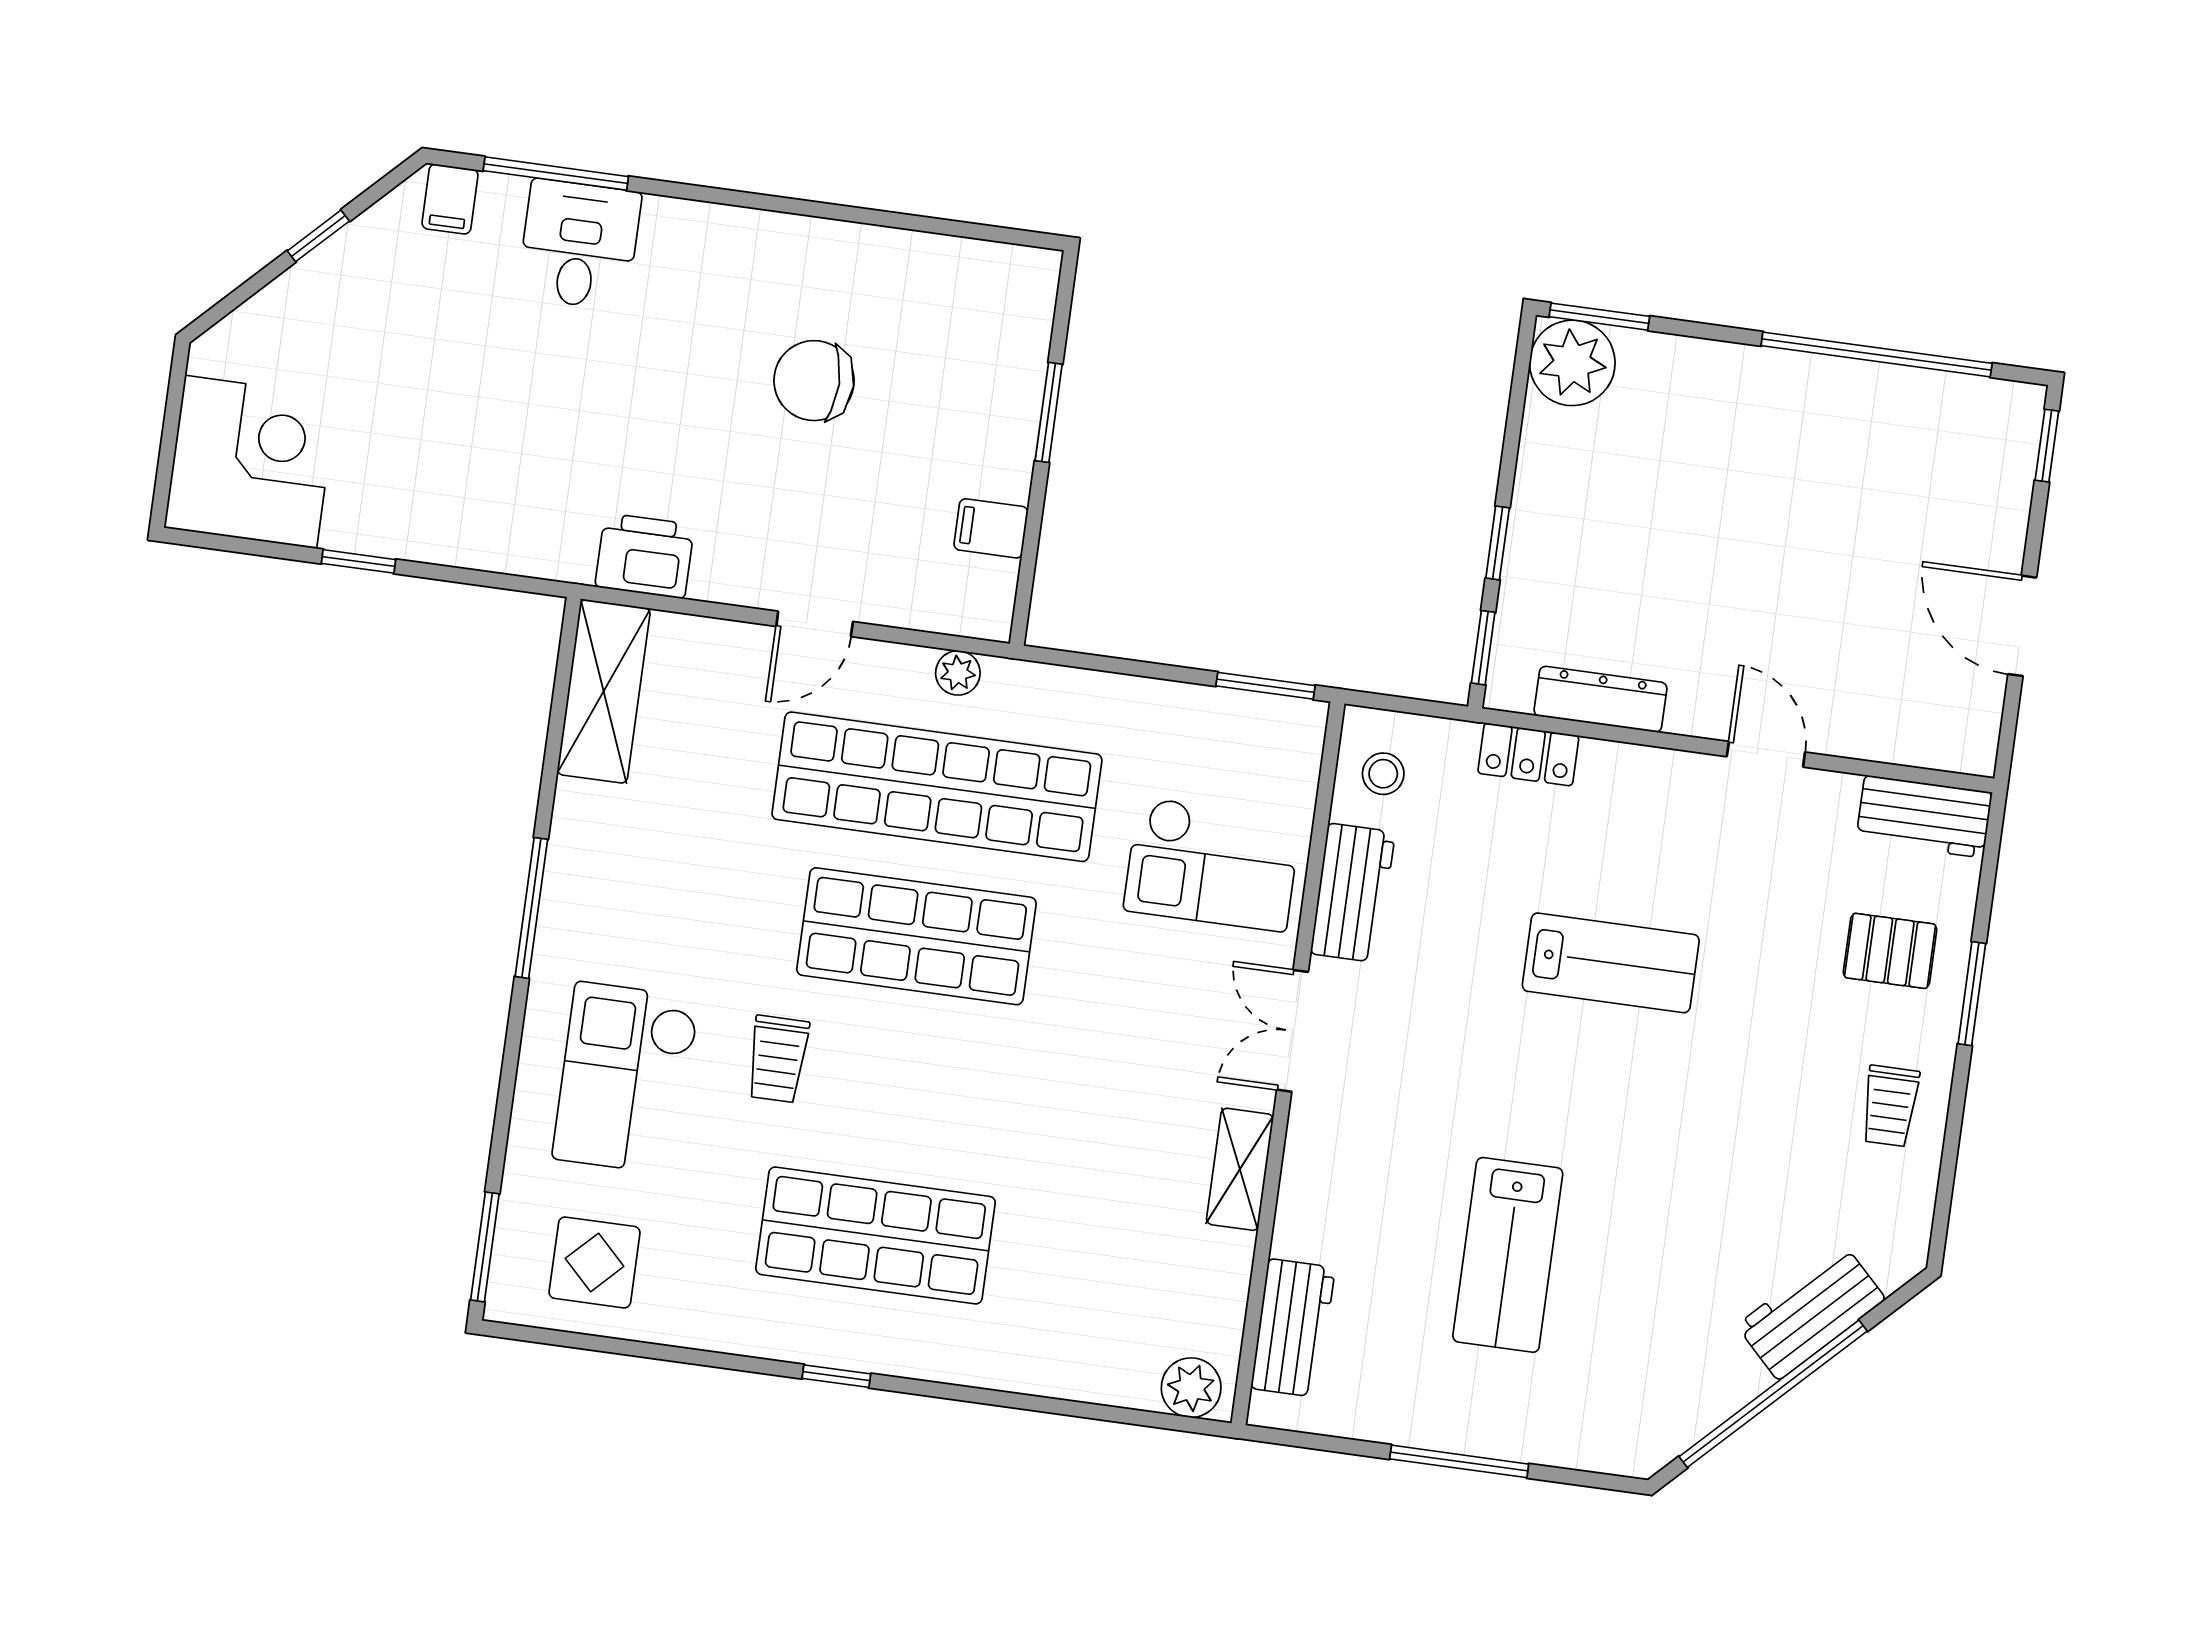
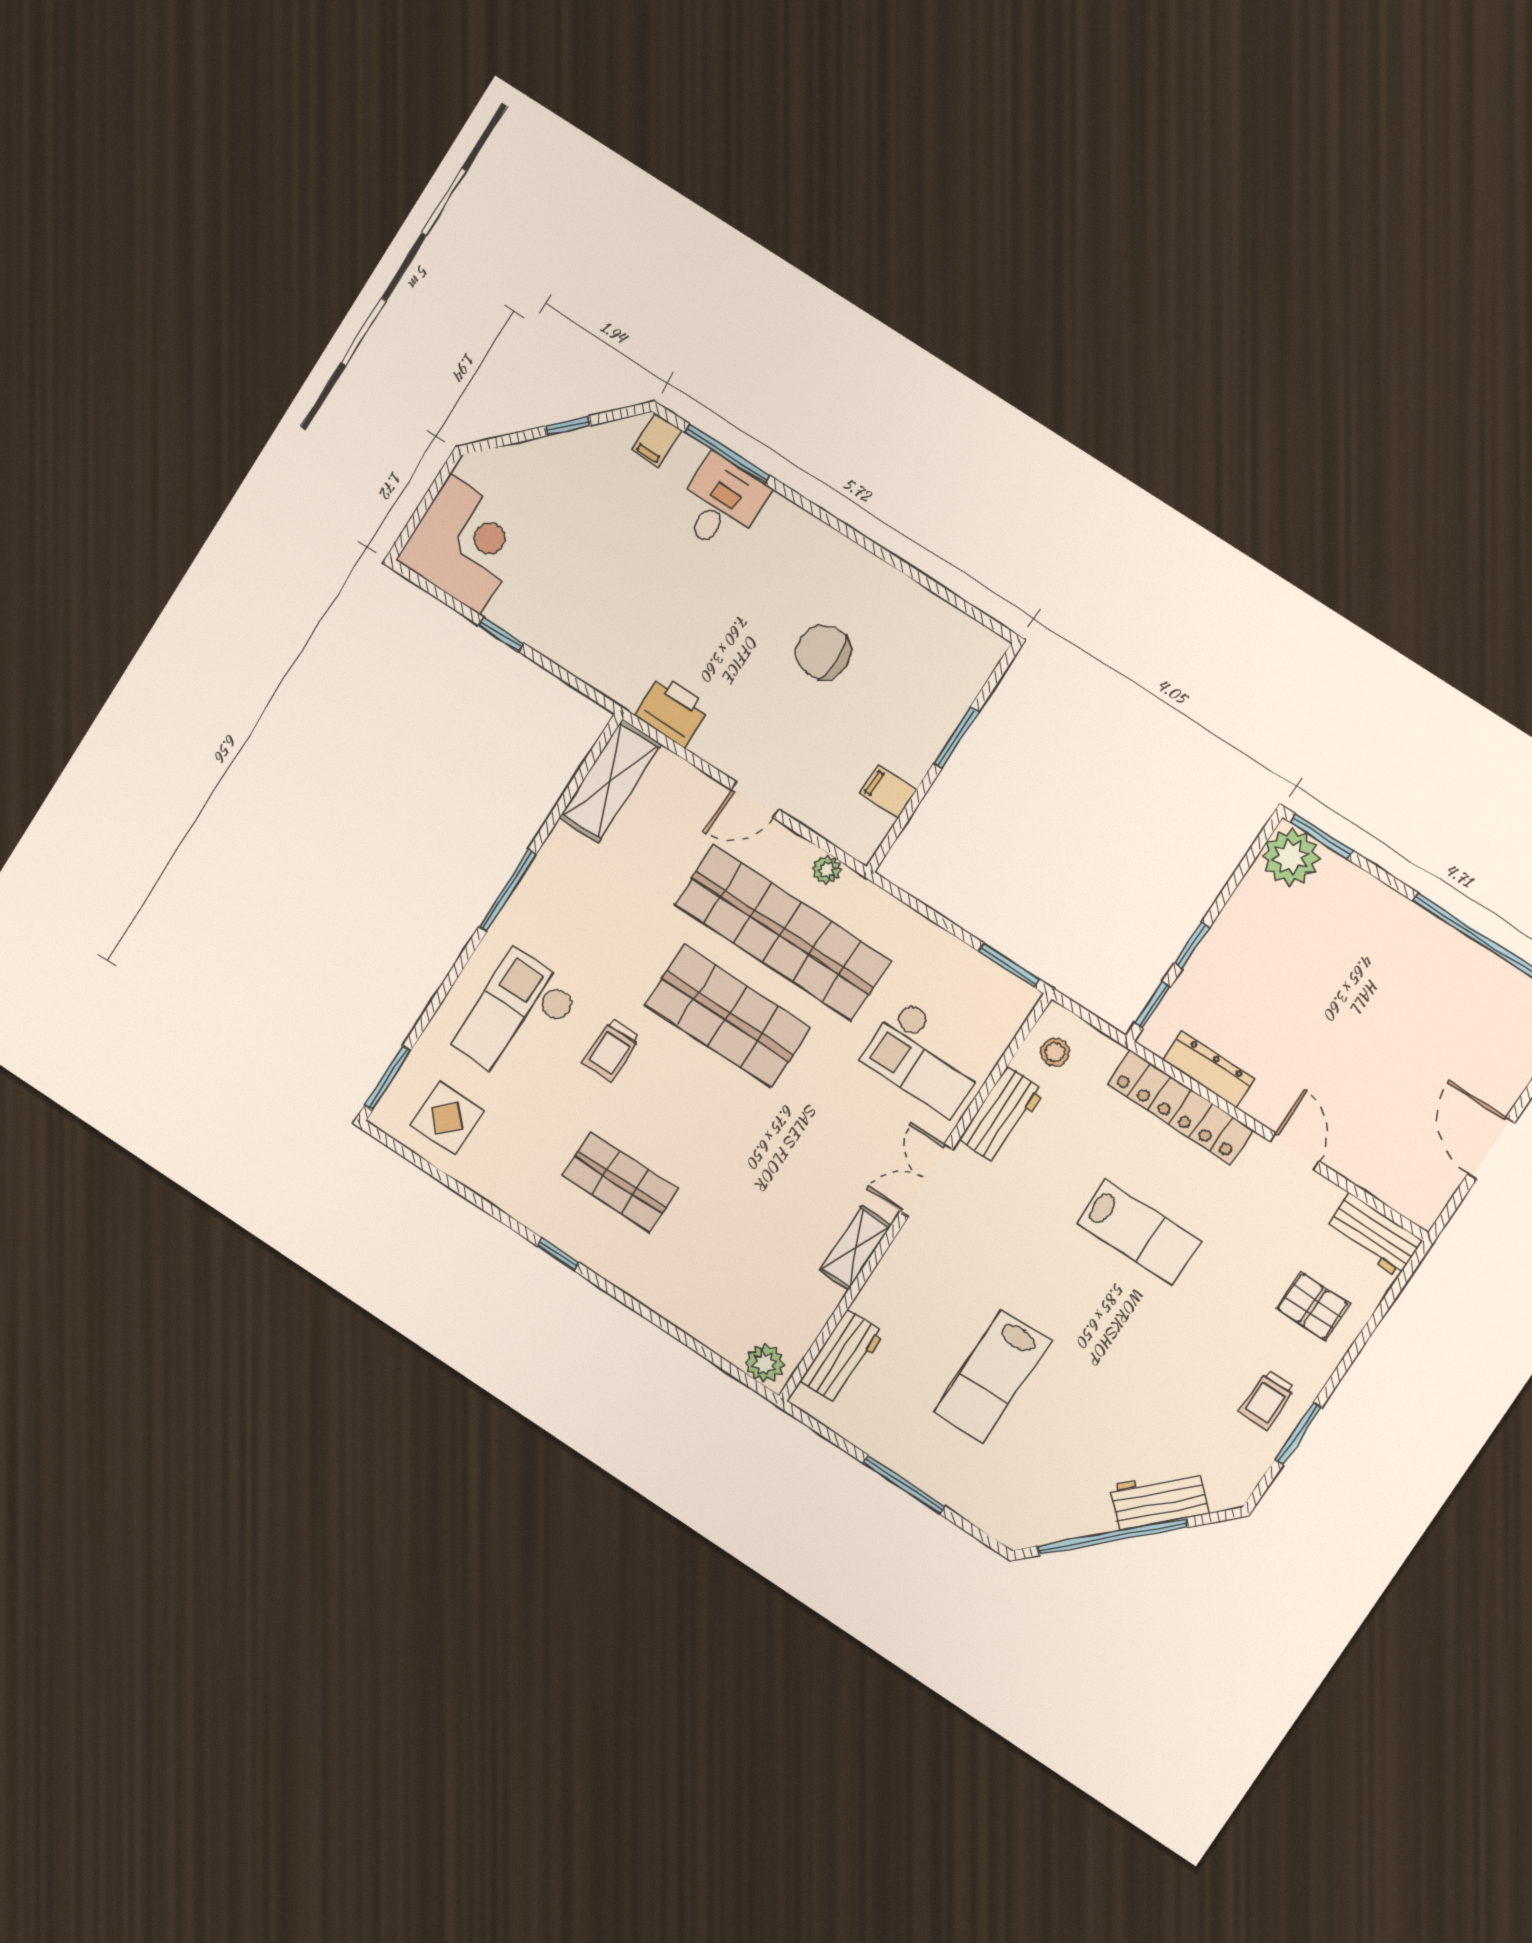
locker: (1528, 754) -> (1180, 1107), width x2.16, depth x1.21
window: (1972, 994) -> (1298, 1434), moved
shop shelf: (875, 1235) -> (620, 1182), width x0.70, depth x0.74

